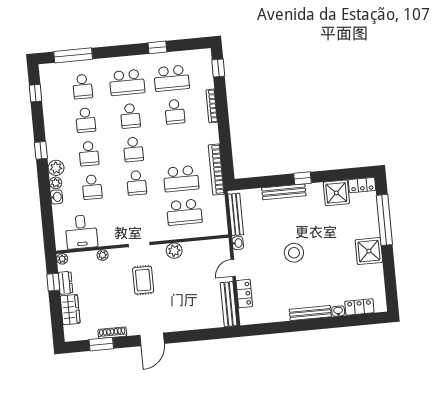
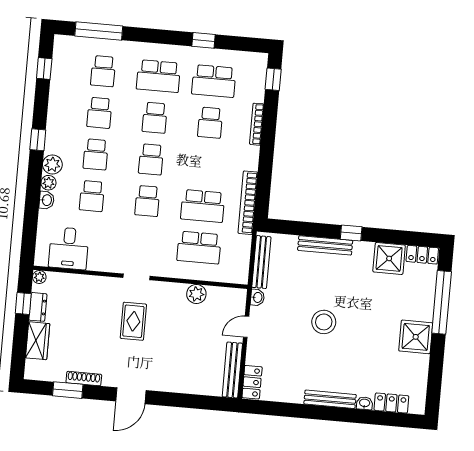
plant: (174, 251) -> (196, 294), moved
plant: (103, 255) -> (89, 282), removed
locker: (244, 294) -> (252, 382), moved

